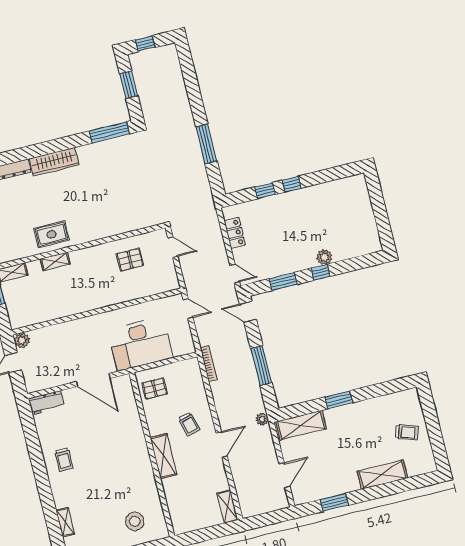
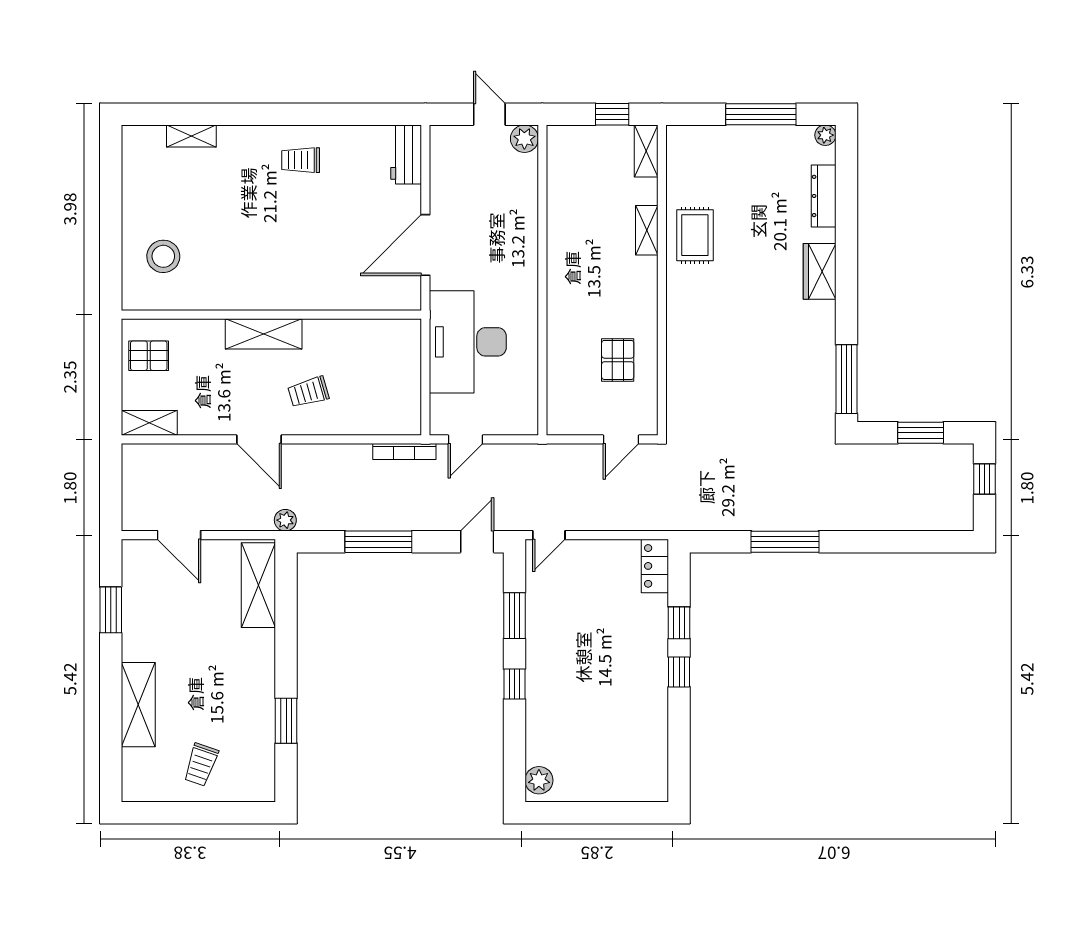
wardrobe: (54, 162) -> (820, 271), width x0.67
locker: (235, 233) -> (655, 566), moved, turned 90
plant: (324, 257) -> (539, 780), moved
door: (188, 309) -> (465, 439), moved
pallet: (155, 388) -> (149, 356), moved, turned 90
window: (339, 400) -> (286, 721), moved

